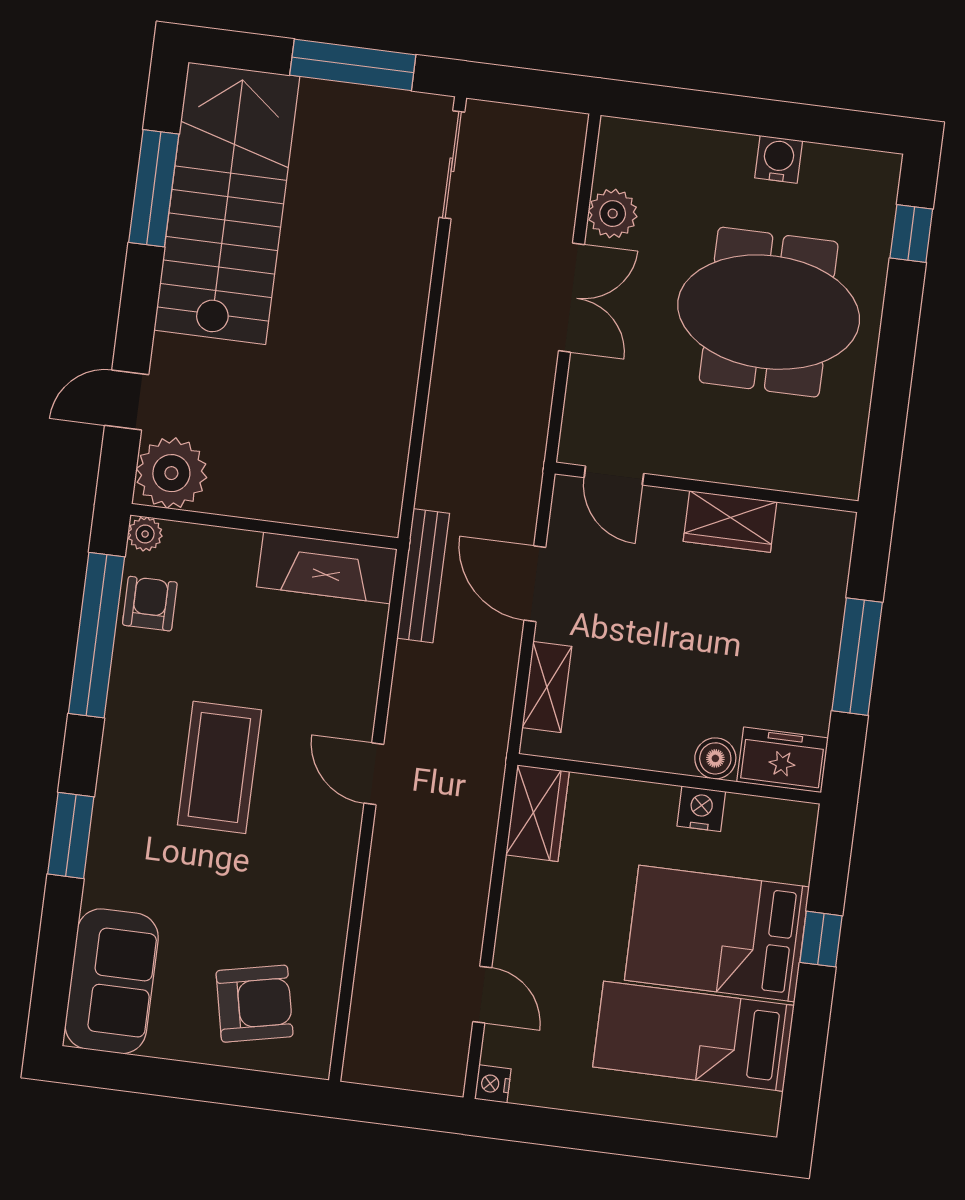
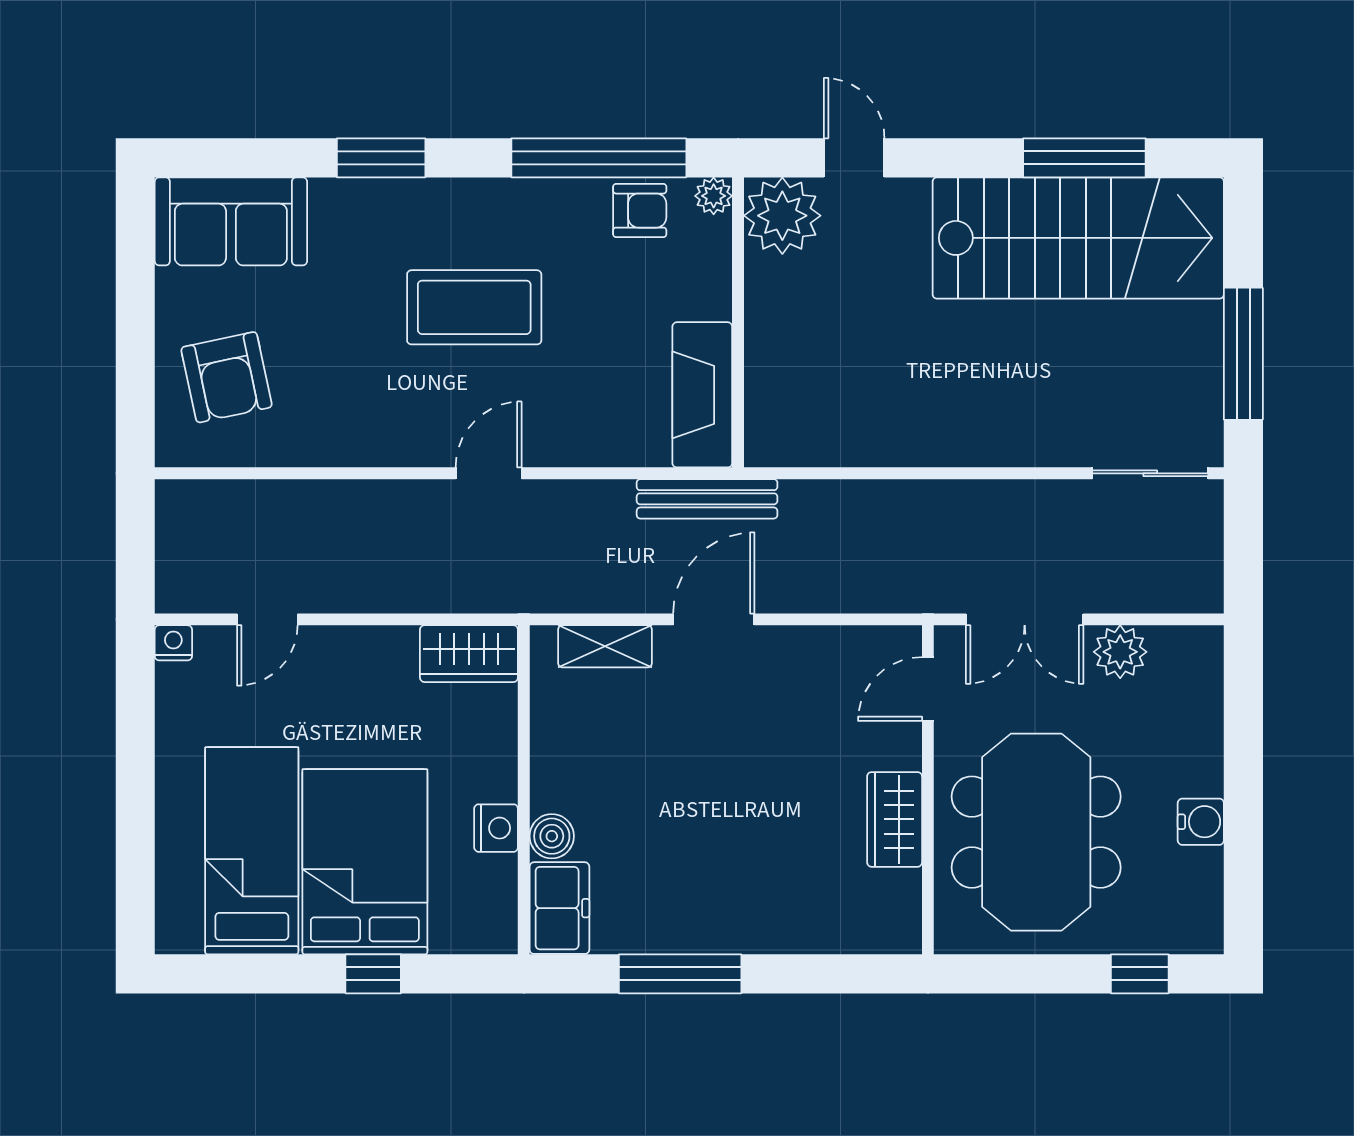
door: (614, 476) -> (928, 689), moved
wall: (707, 487) -> (928, 790), moved
wardrobe: (730, 522) -> (895, 819), moved

